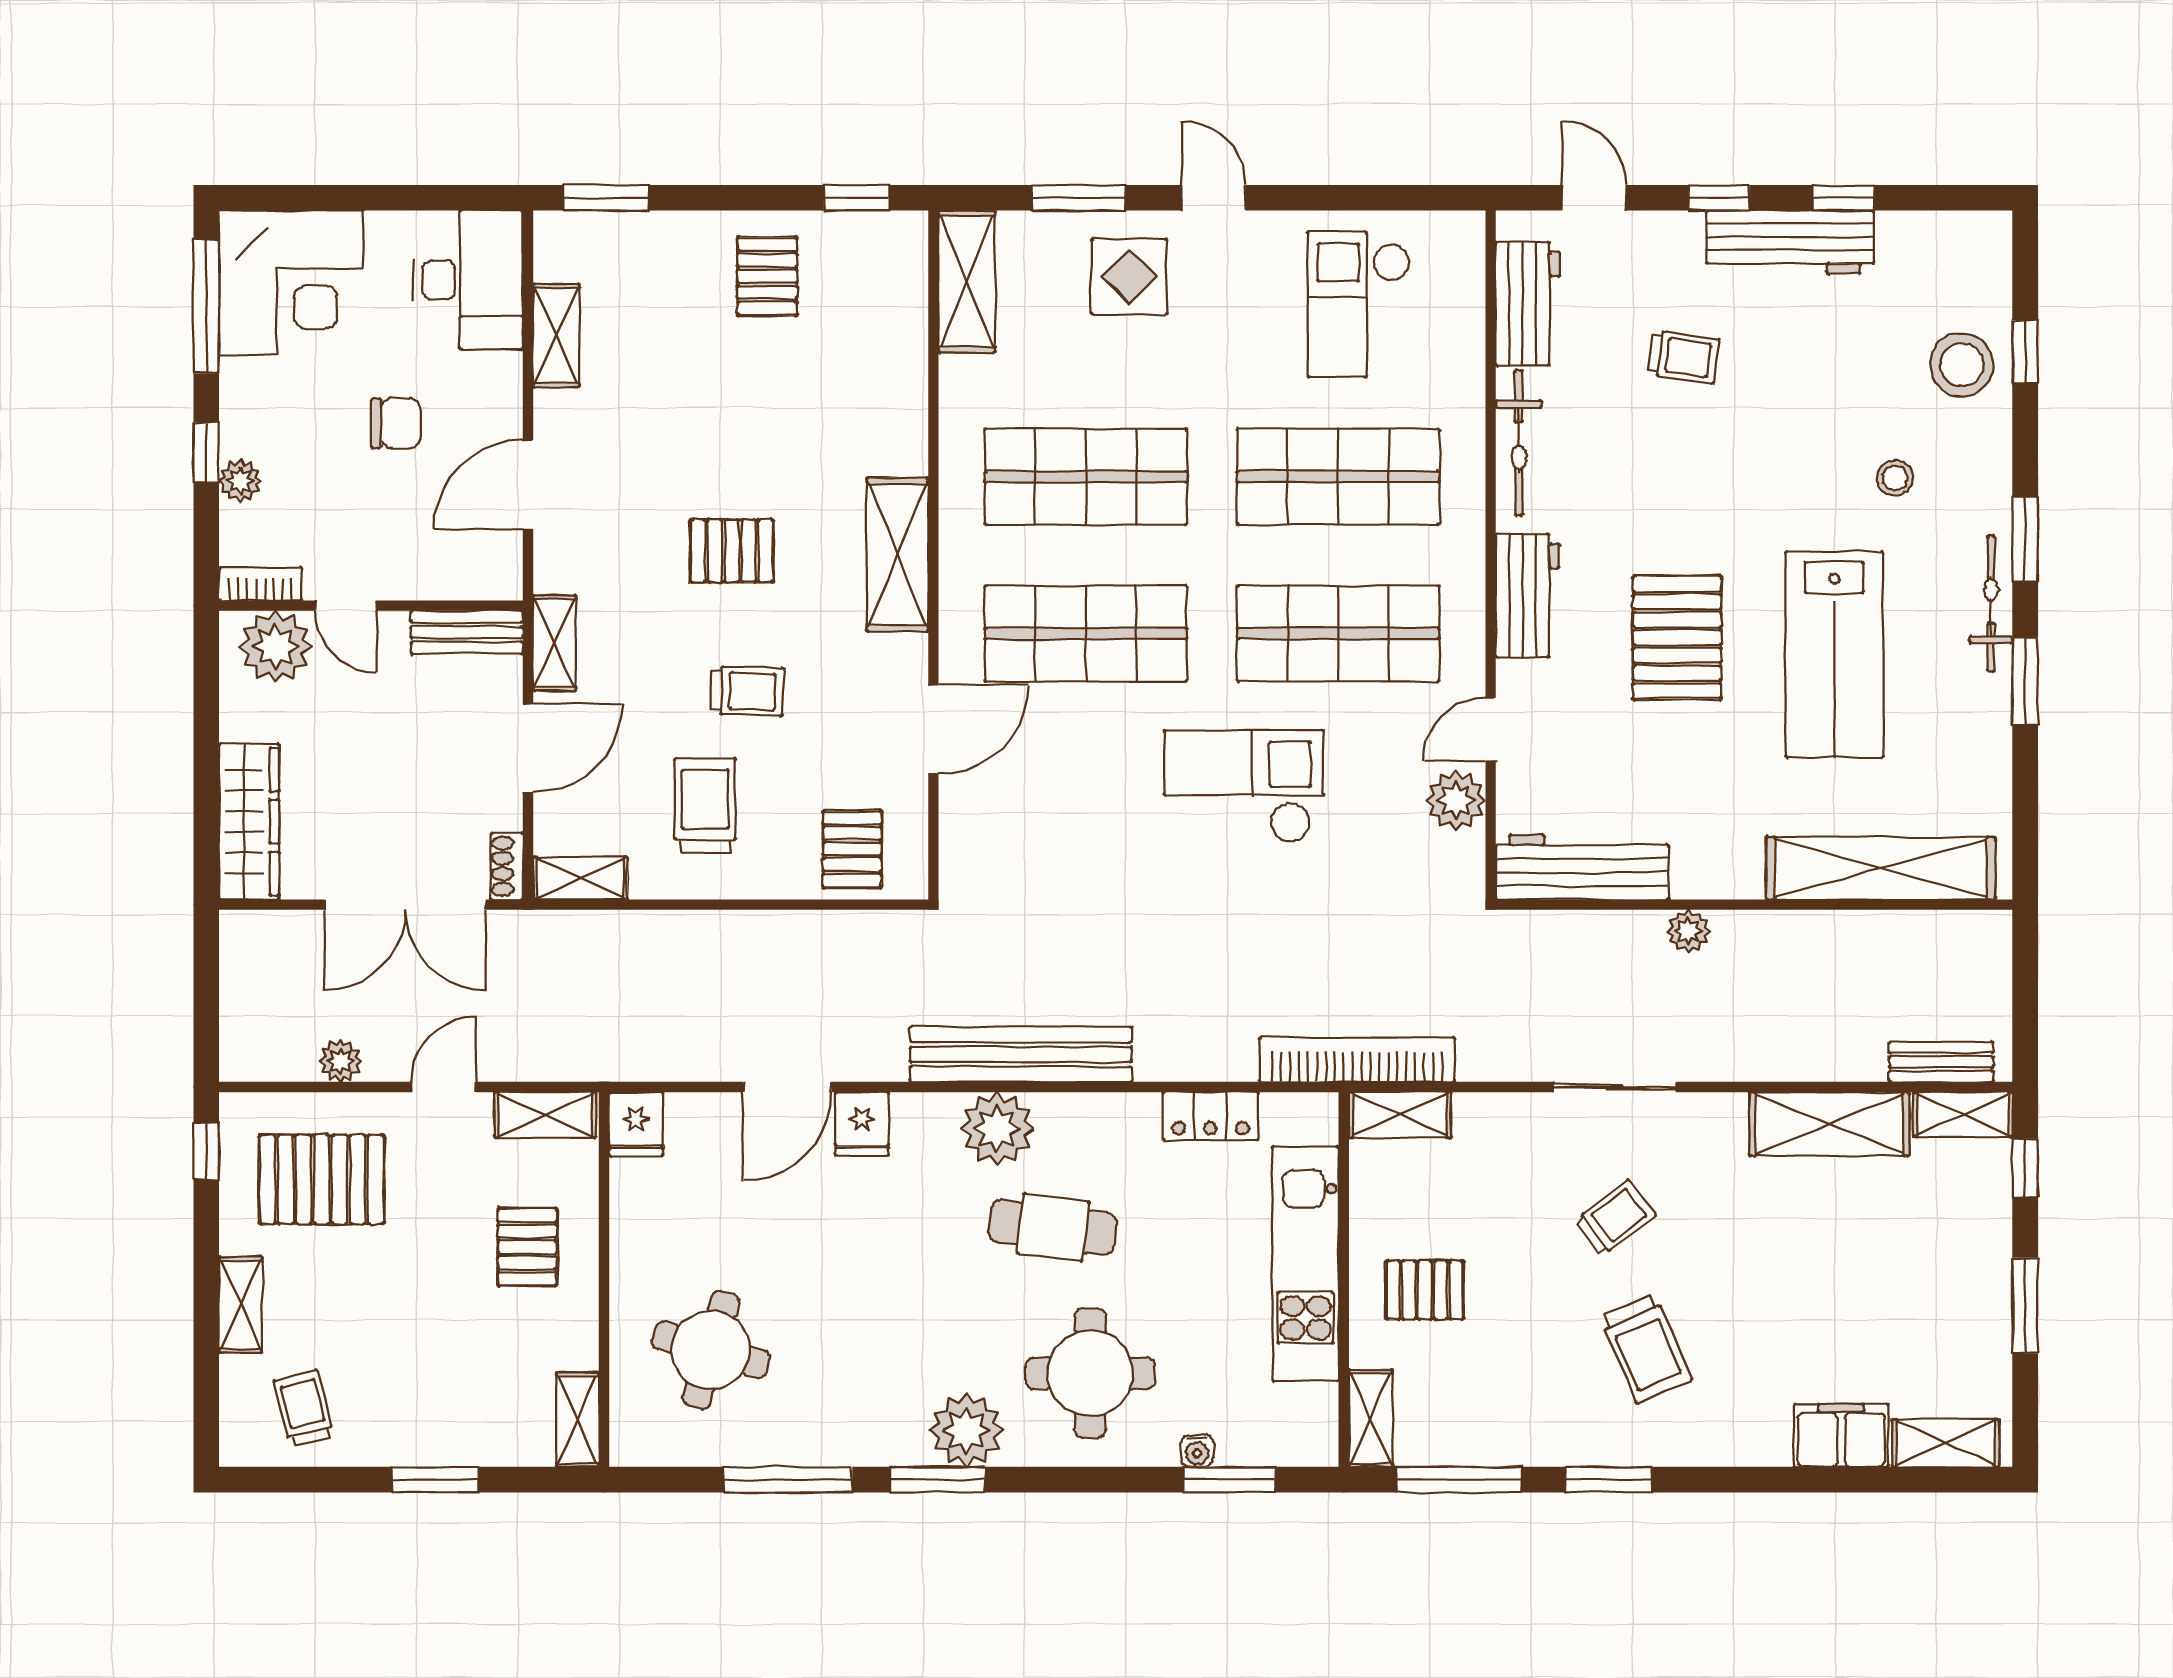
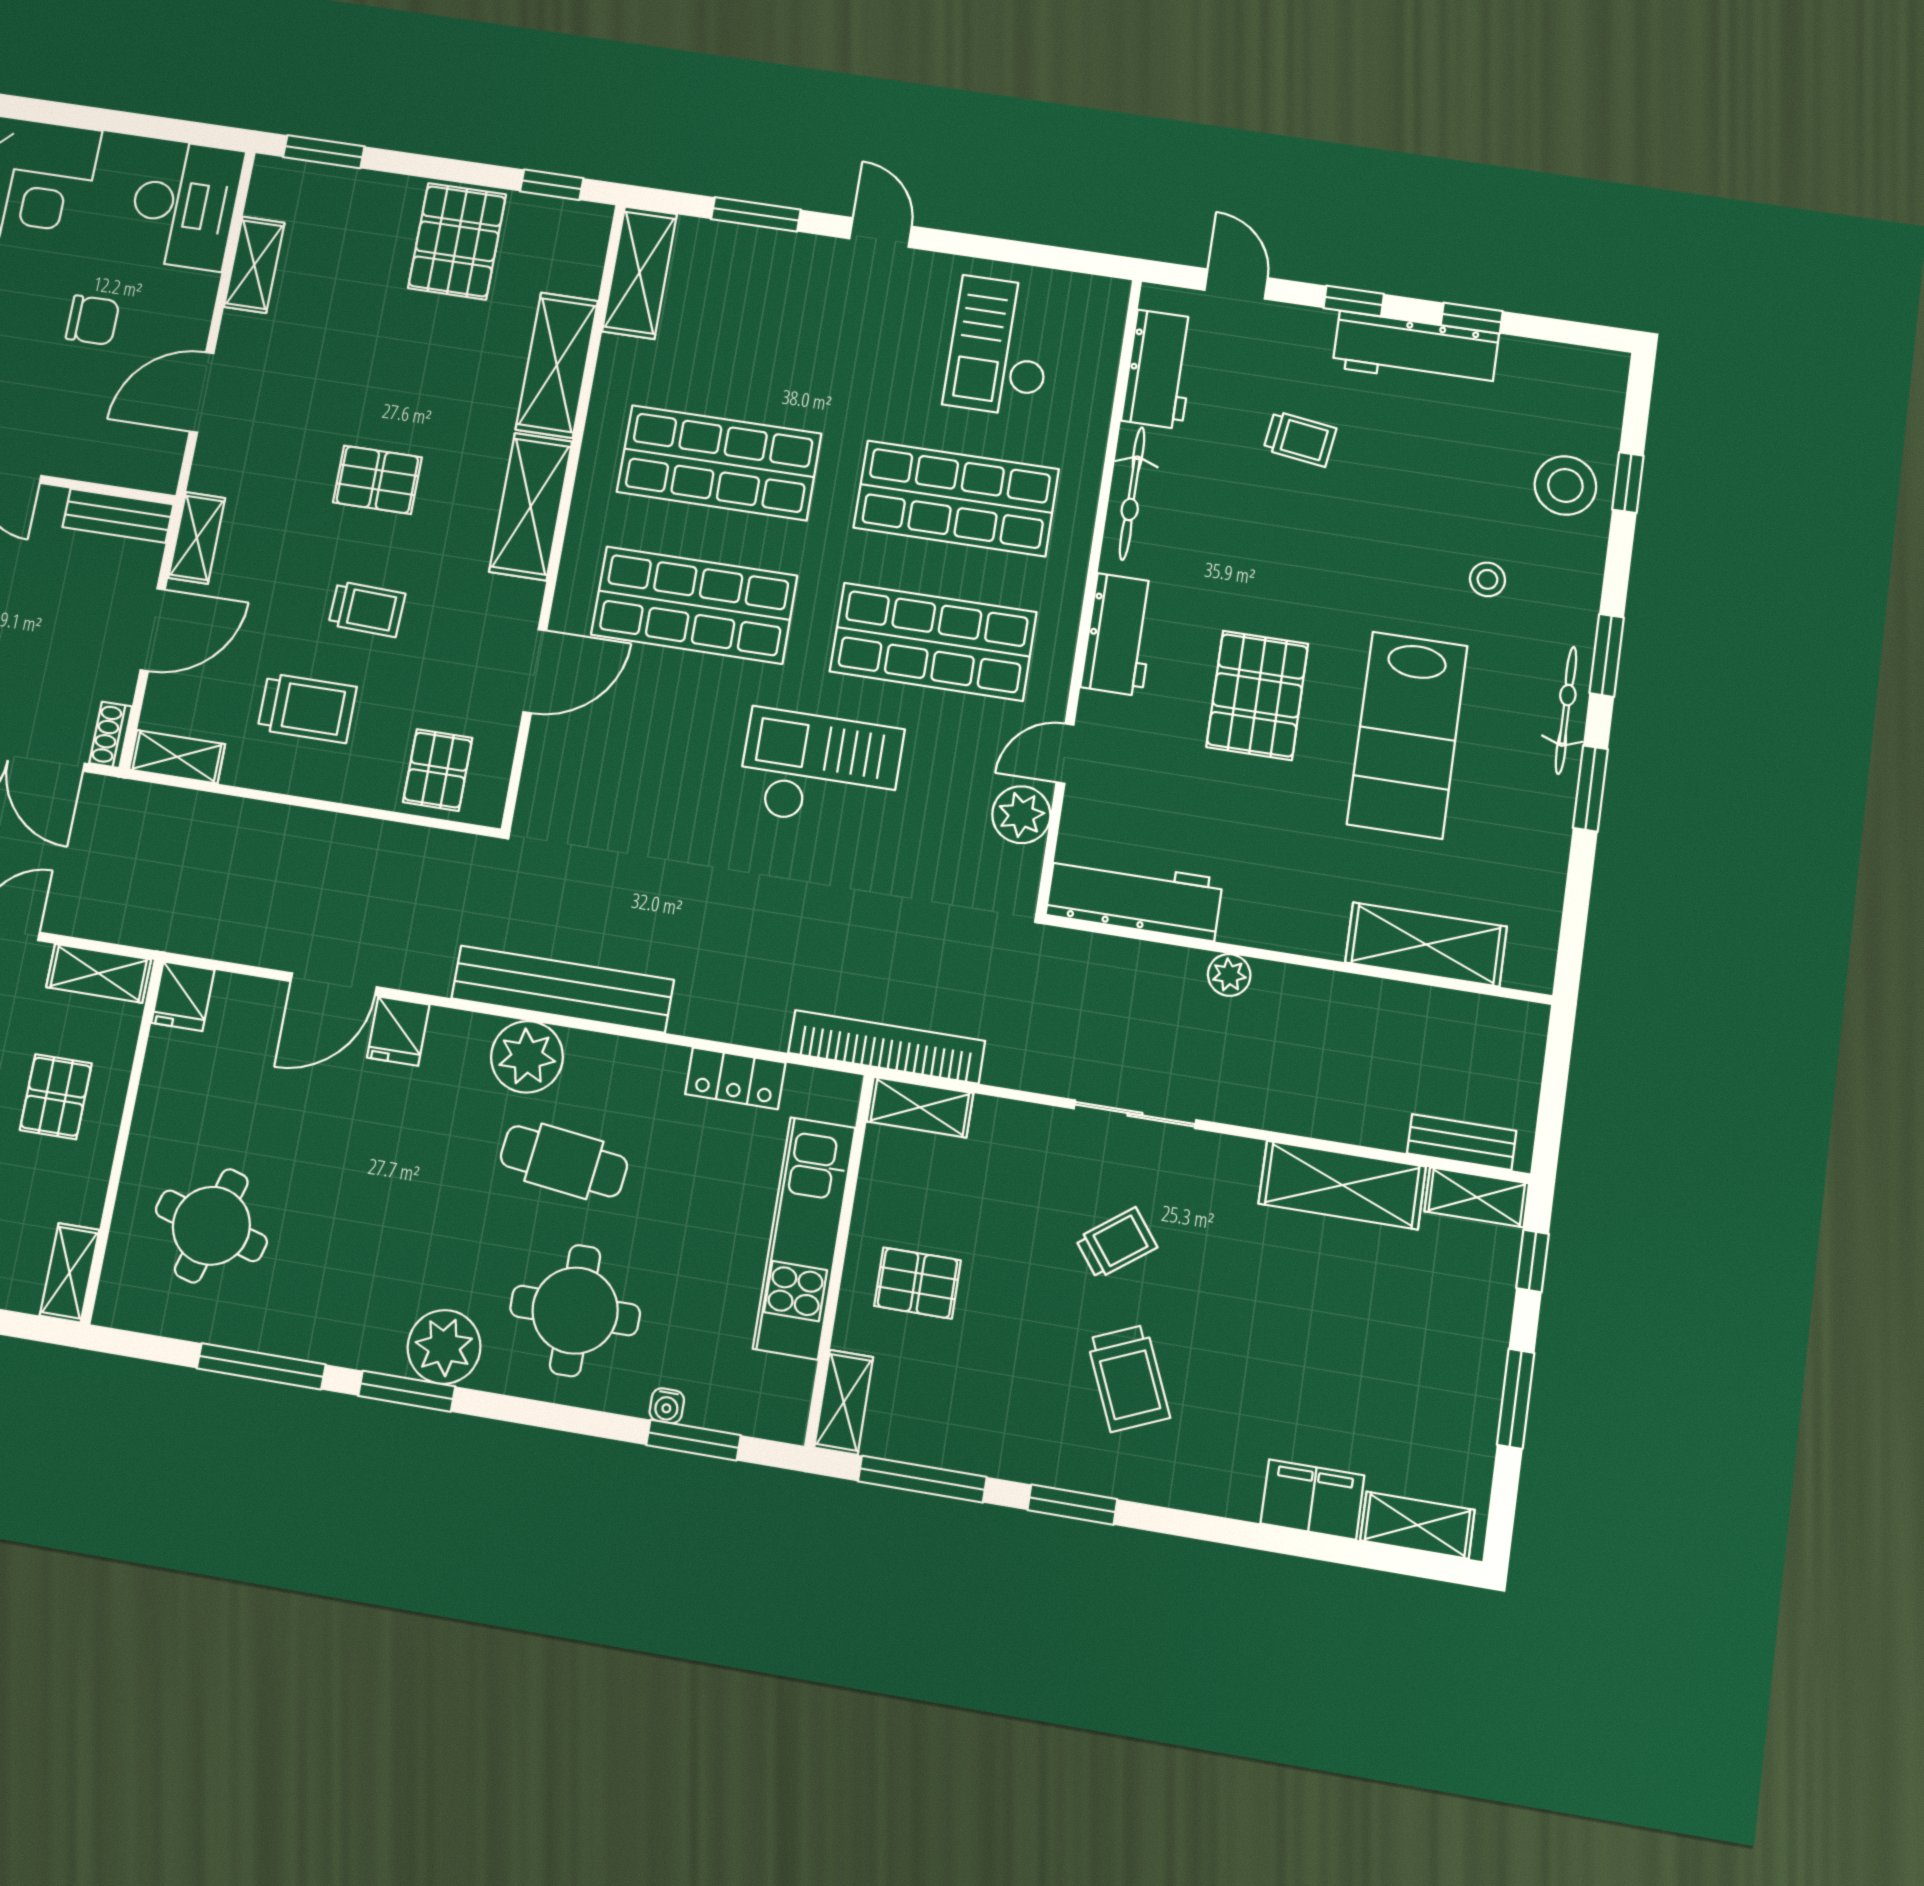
pallet: (767, 276) -> (457, 241), width x1.50, depth x1.42
display table: (1129, 277) -> (790, 291), removed
shelving: (897, 397) -> (557, 365), added
trolley: (705, 806) -> (307, 708), turned 90
shelving: (1881, 868) -> (1426, 944), width x0.68

